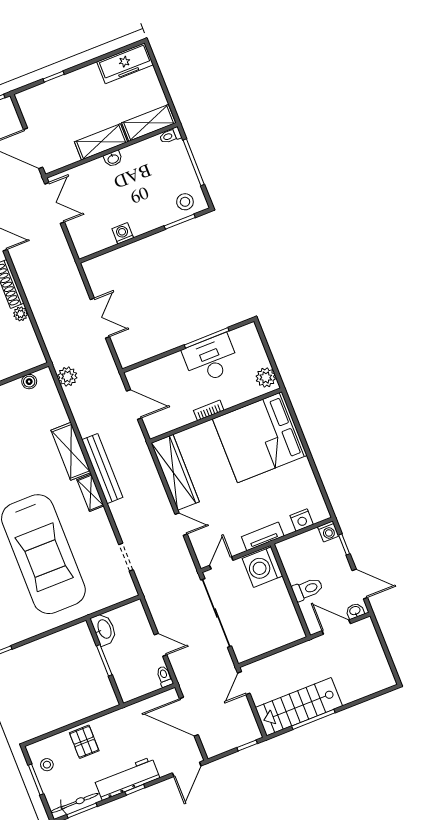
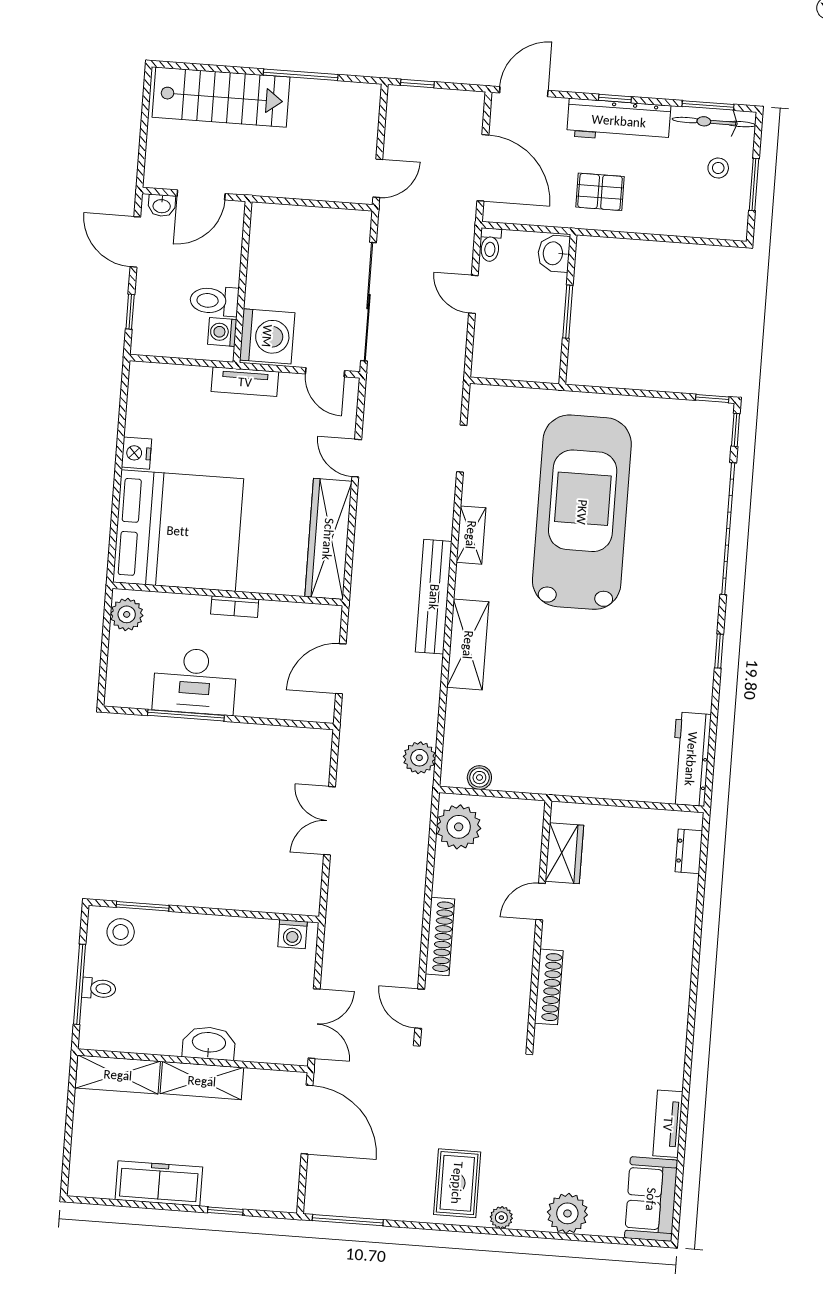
freezer: (125, 63) -> (159, 1183), moved
toilet: (170, 136) -> (99, 988), moved
washbasin: (113, 159) -> (209, 1043), width x1.91, depth x1.45
double door: (55, 203) -> (314, 1024), swing flipped
washing machine: (123, 233) -> (293, 934), moved
plant: (21, 314) -> (459, 827), moved, width x1.87, depth x1.87
door: (134, 404) -> (341, 669), hinge flipped
shelving: (90, 493) -> (471, 535), moved
nightstand: (302, 520) -> (136, 453), moved, turned -90
washing machine: (328, 531) -> (222, 332), moved, turned -90
door: (221, 563) -> (325, 372), hinge flipped
toilet: (307, 589) -> (214, 301), moved
door: (336, 627) -> (201, 195), hinge flipped
washbasin: (104, 629) -> (554, 253), moved, width x0.72
stairs: (299, 707) -> (221, 97), moved
pallet: (84, 742) -> (600, 192), moved, turned 90
stool: (47, 765) -> (718, 168), moved

